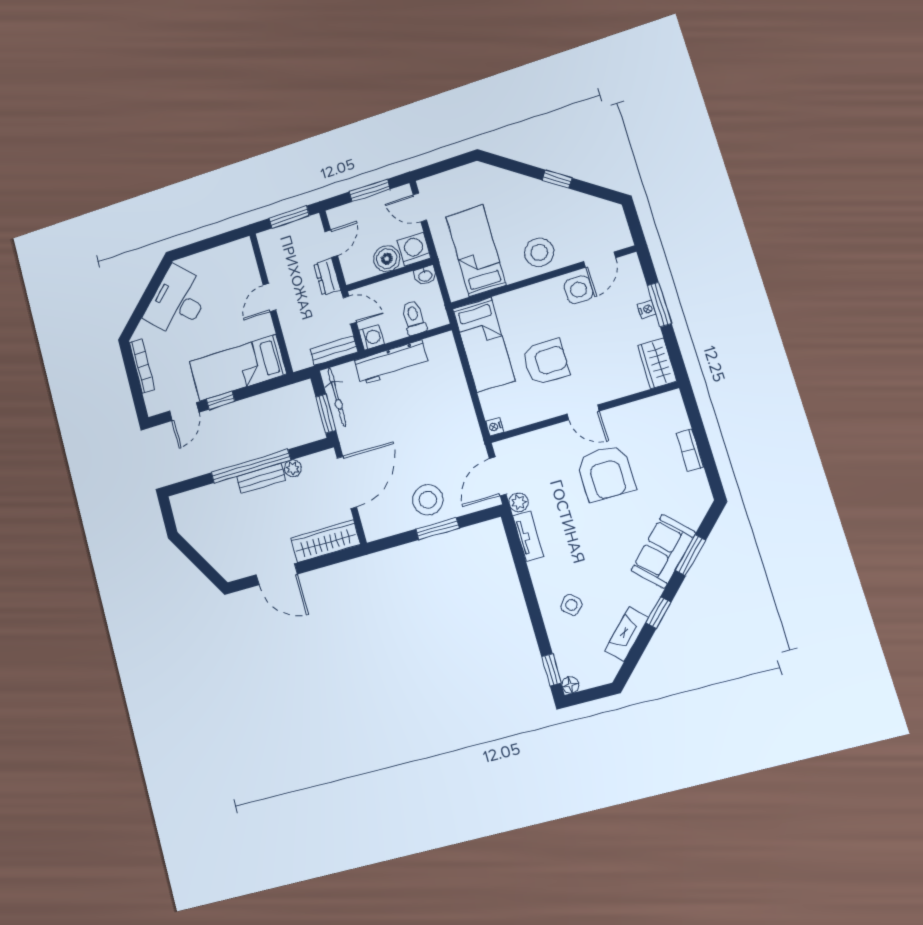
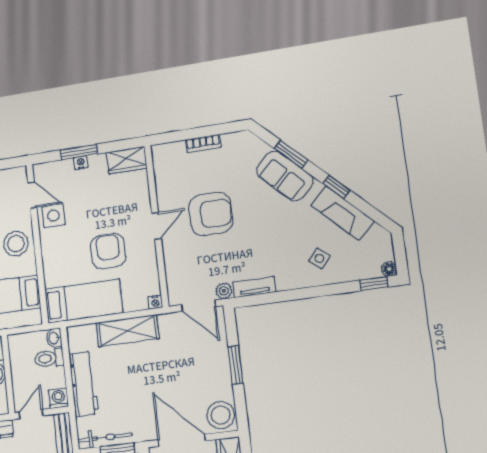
washbasin: (425, 275) -> (54, 338), moved, turned 180
shelving: (458, 401) -> (128, 331), added
stool: (428, 500) -> (221, 415), moved
fireplace: (627, 634) -> (343, 213), width x1.37, depth x1.32

